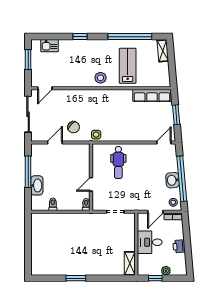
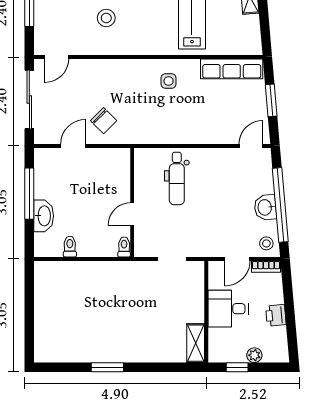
stool: (100, 78) -> (106, 18), moved
side table: (96, 135) -> (169, 81), moved

